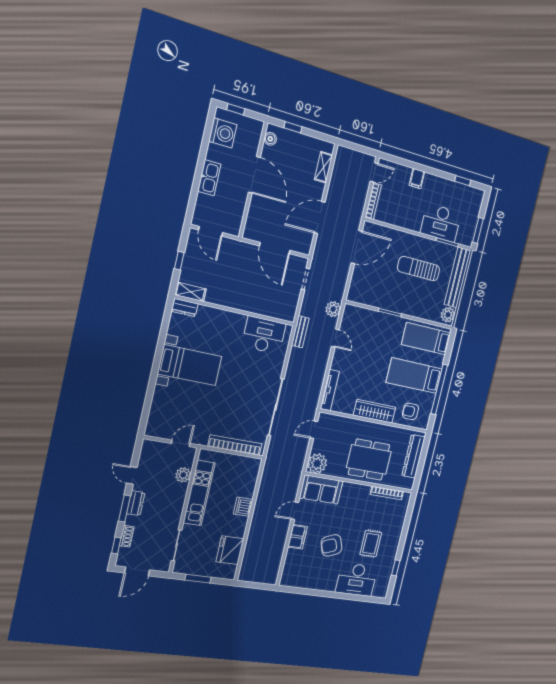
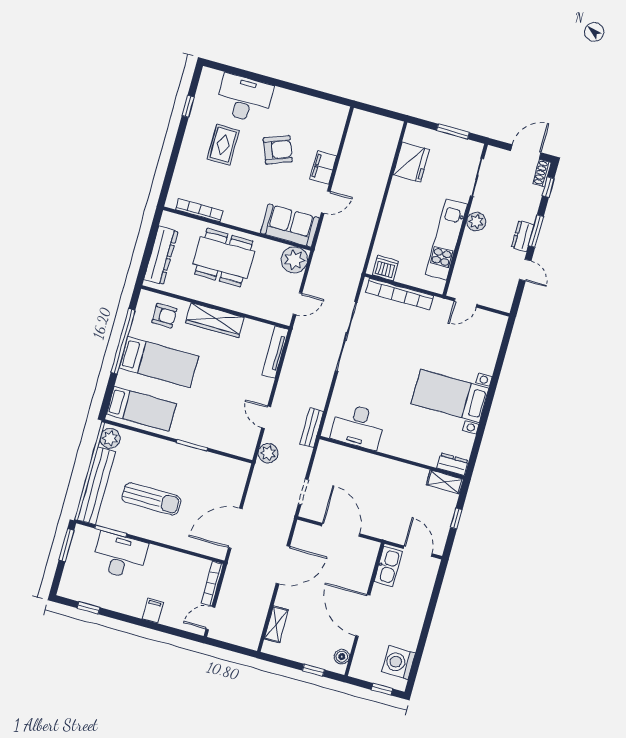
kitchen sink: (209, 178) -> (388, 566), moved, turned 180
plant: (183, 475) -> (476, 222), moved
dishwasher: (243, 507) -> (385, 268), moved, turned -90
shoe rack: (127, 536) -> (542, 173), moved

